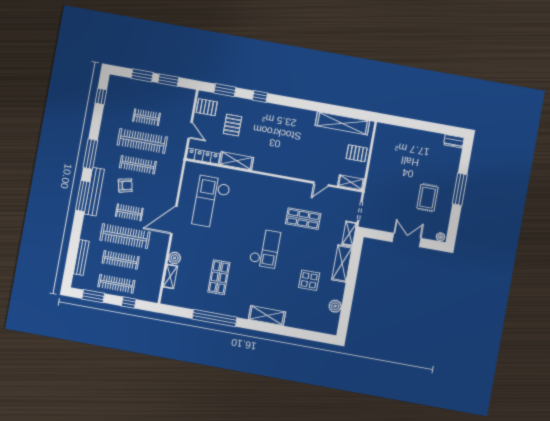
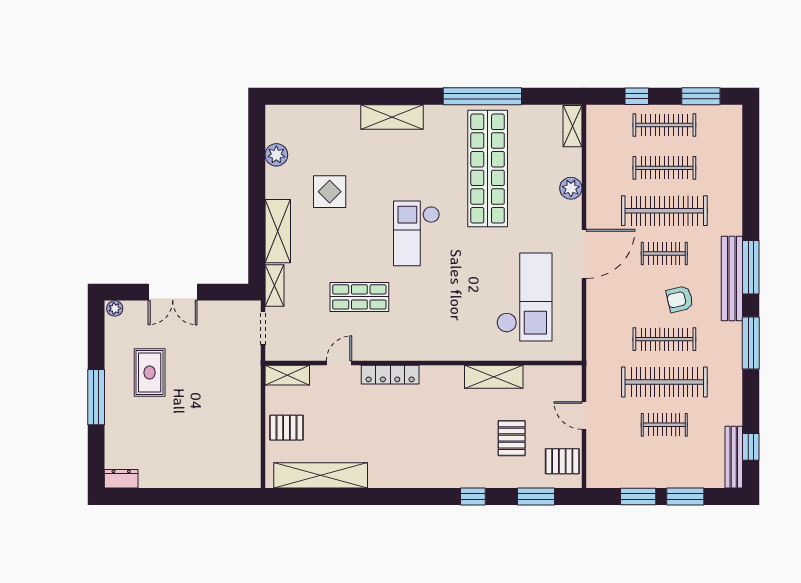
locker: (203, 156) -> (390, 375), moved
bench: (81, 257) -> (734, 457), moved
shelving: (170, 276) -> (573, 126), moved
shop shelf: (219, 277) -> (488, 169), width x2.00, depth x1.36

